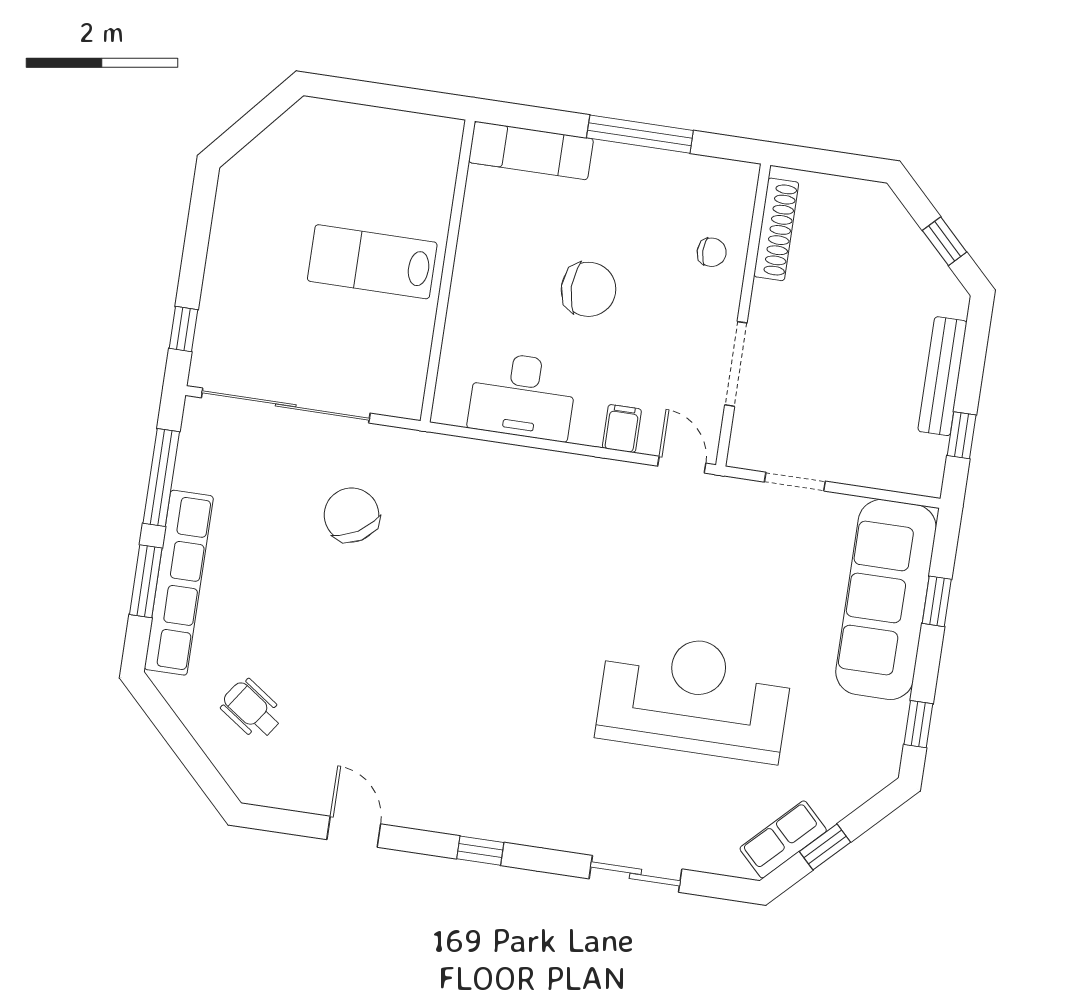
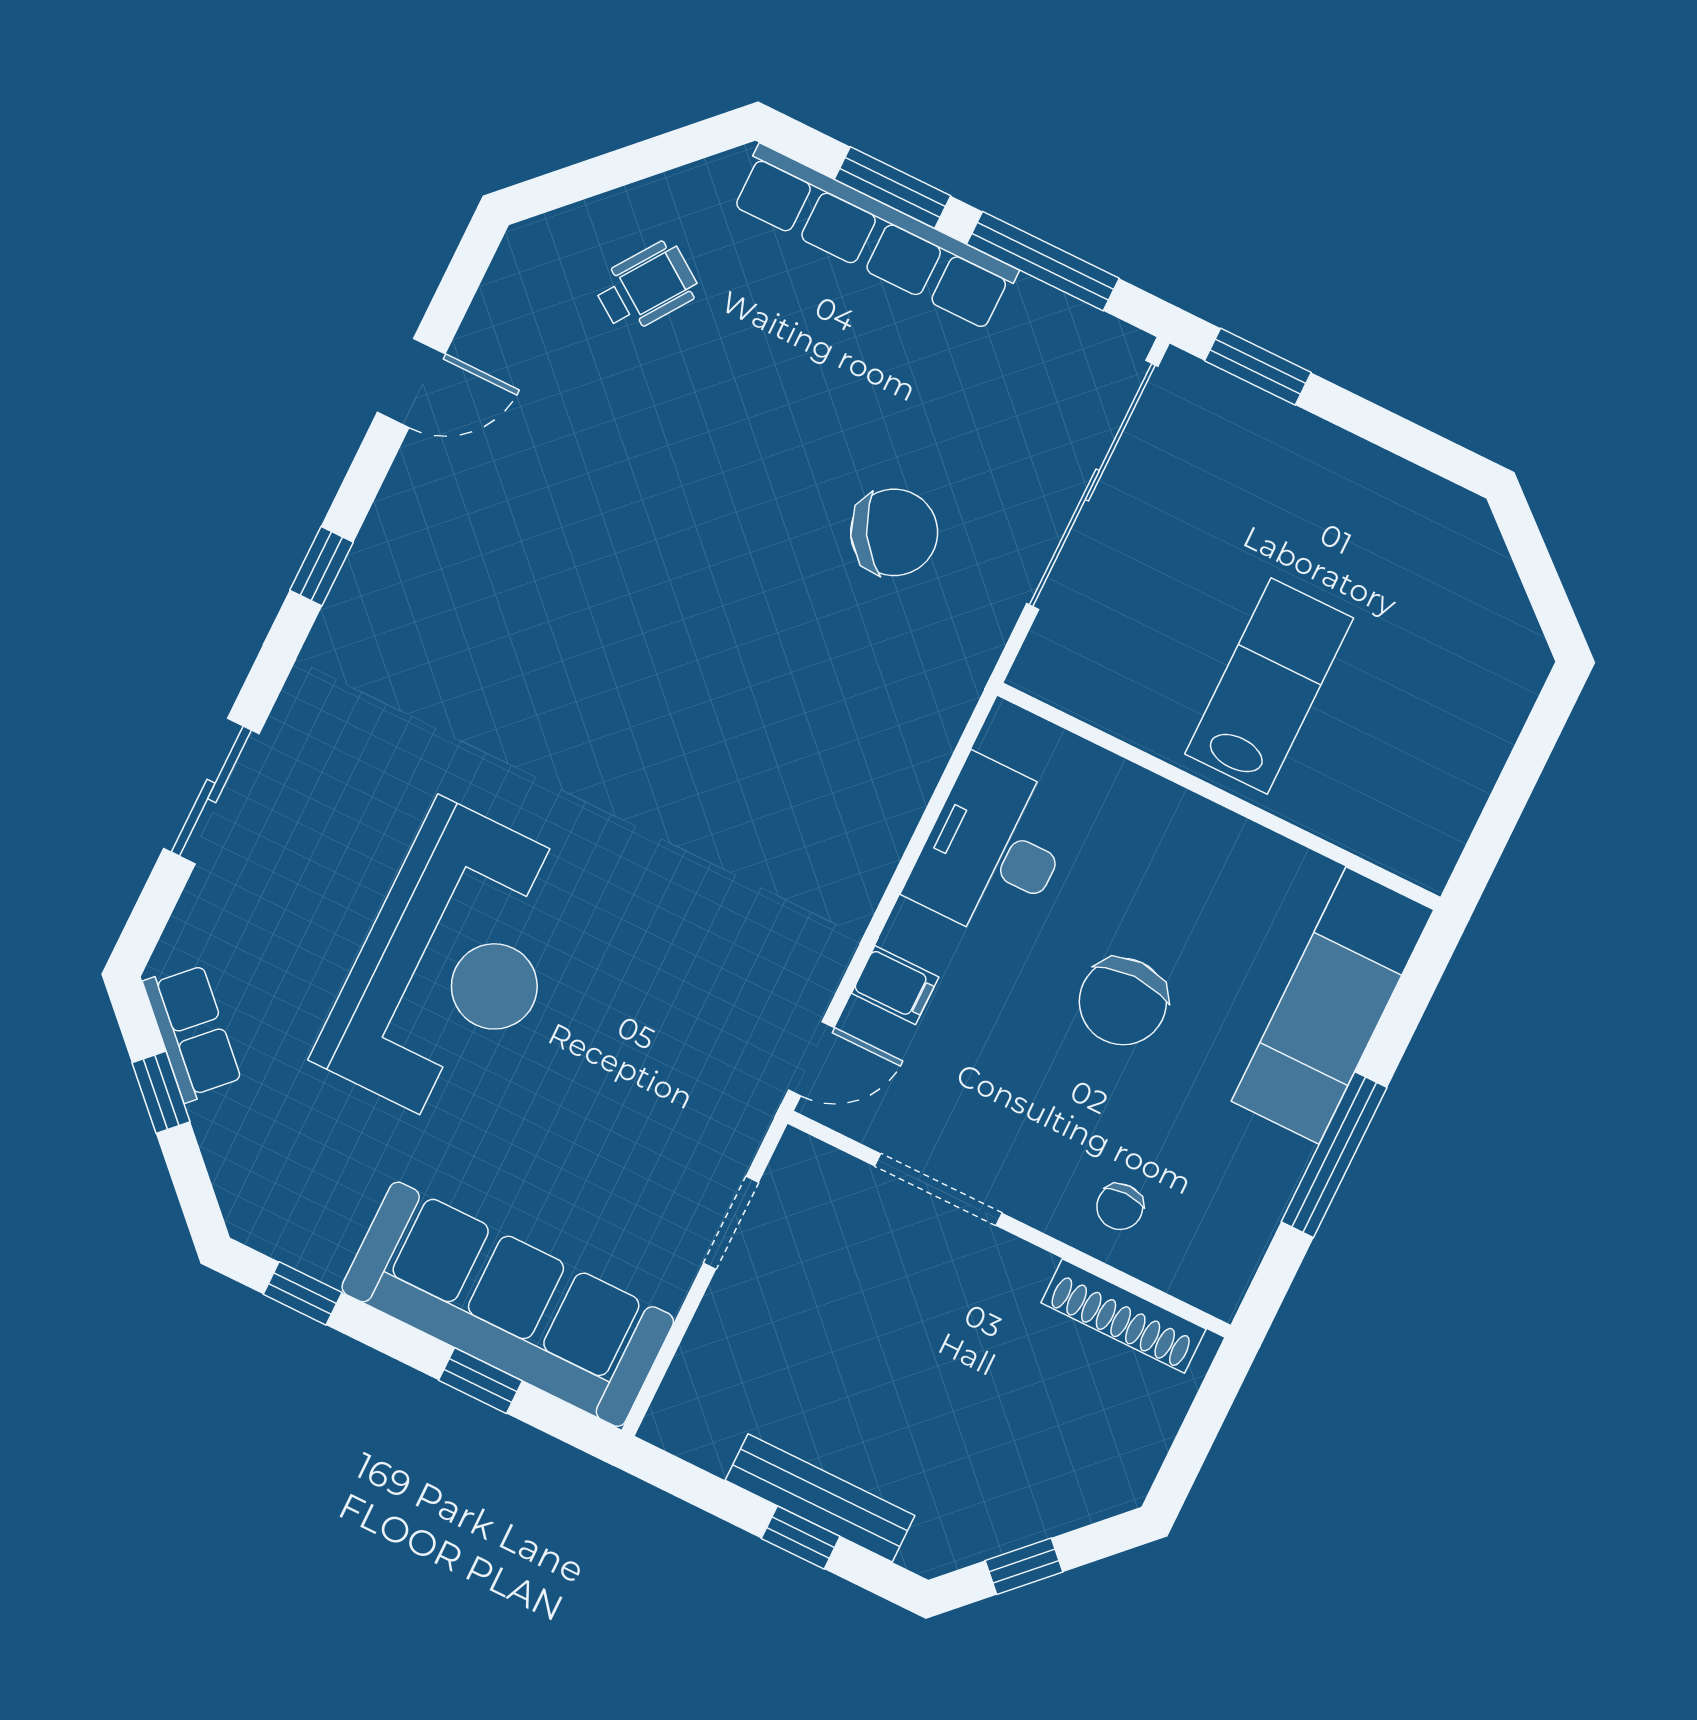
exam couch: (531, 151) -> (1333, 1006), width x1.36, depth x1.45
window: (183, 329) -> (1258, 367), width x1.50
window: (962, 435) -> (801, 1537), moved

